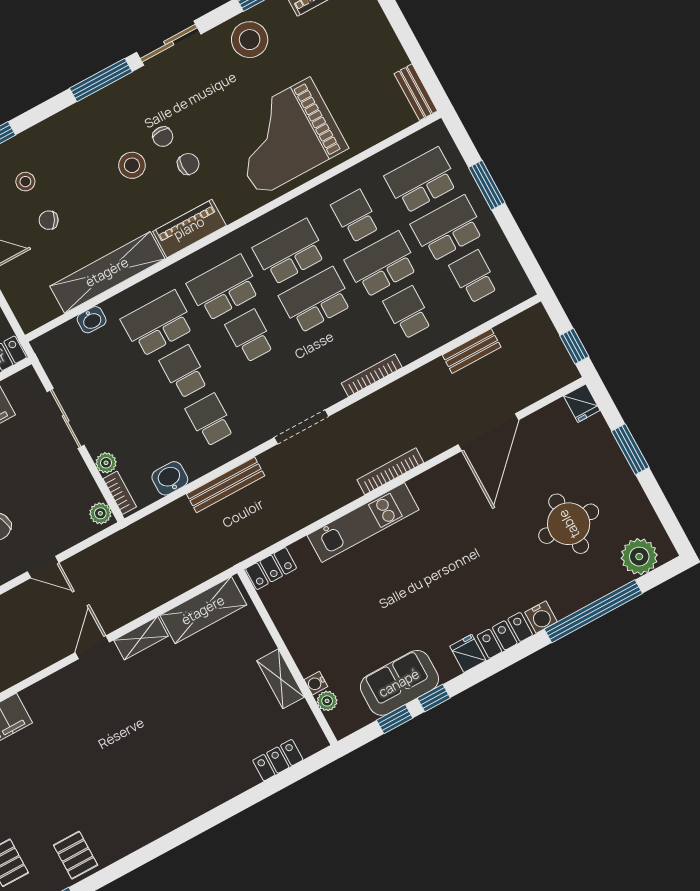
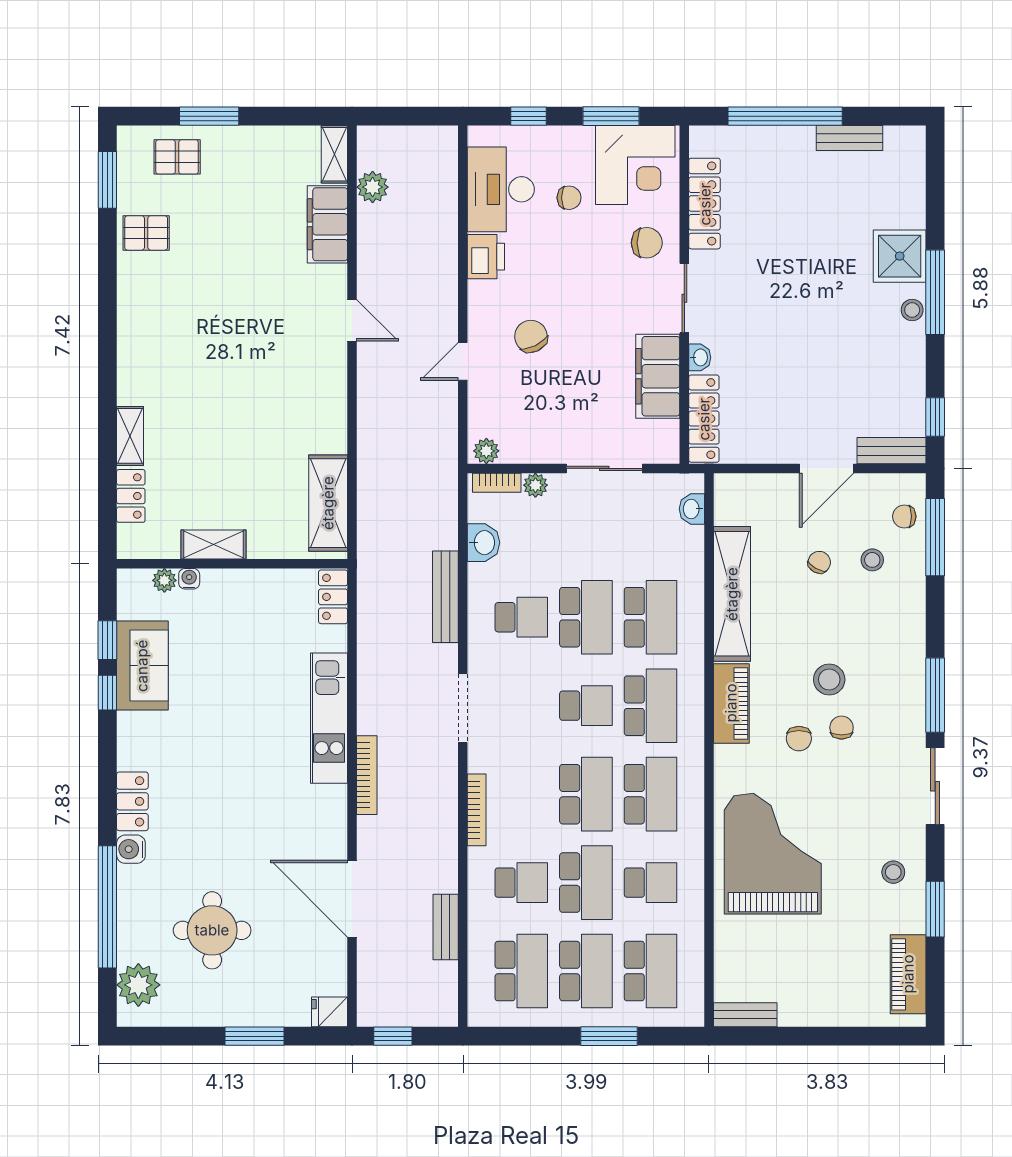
stool: (250, 40) -> (893, 872), width x0.53, depth x0.53
chair: (163, 137) -> (842, 728), turned 90
school desk: (474, 277) -> (521, 971), width x1.85
washbasin: (92, 320) -> (692, 509), moved
school desk: (184, 372) -> (586, 617), width x1.85
shelving: (141, 638) -> (130, 436), moved
door: (92, 647) -> (352, 320), moved
fridge: (468, 653) -> (134, 753), removed

